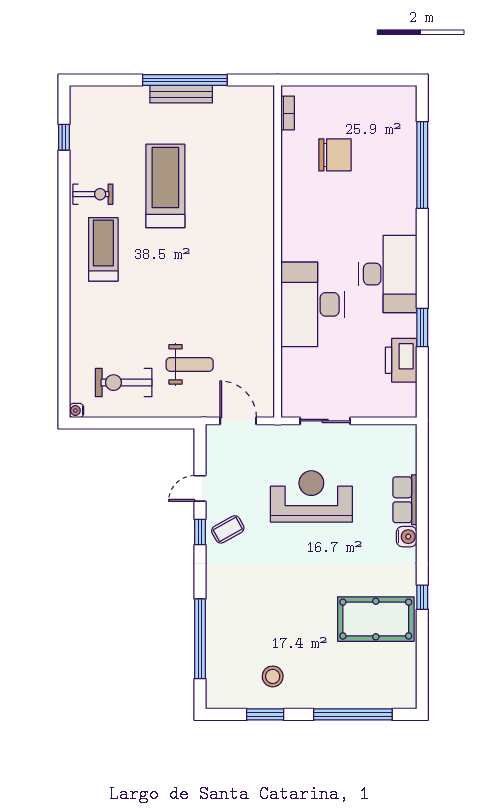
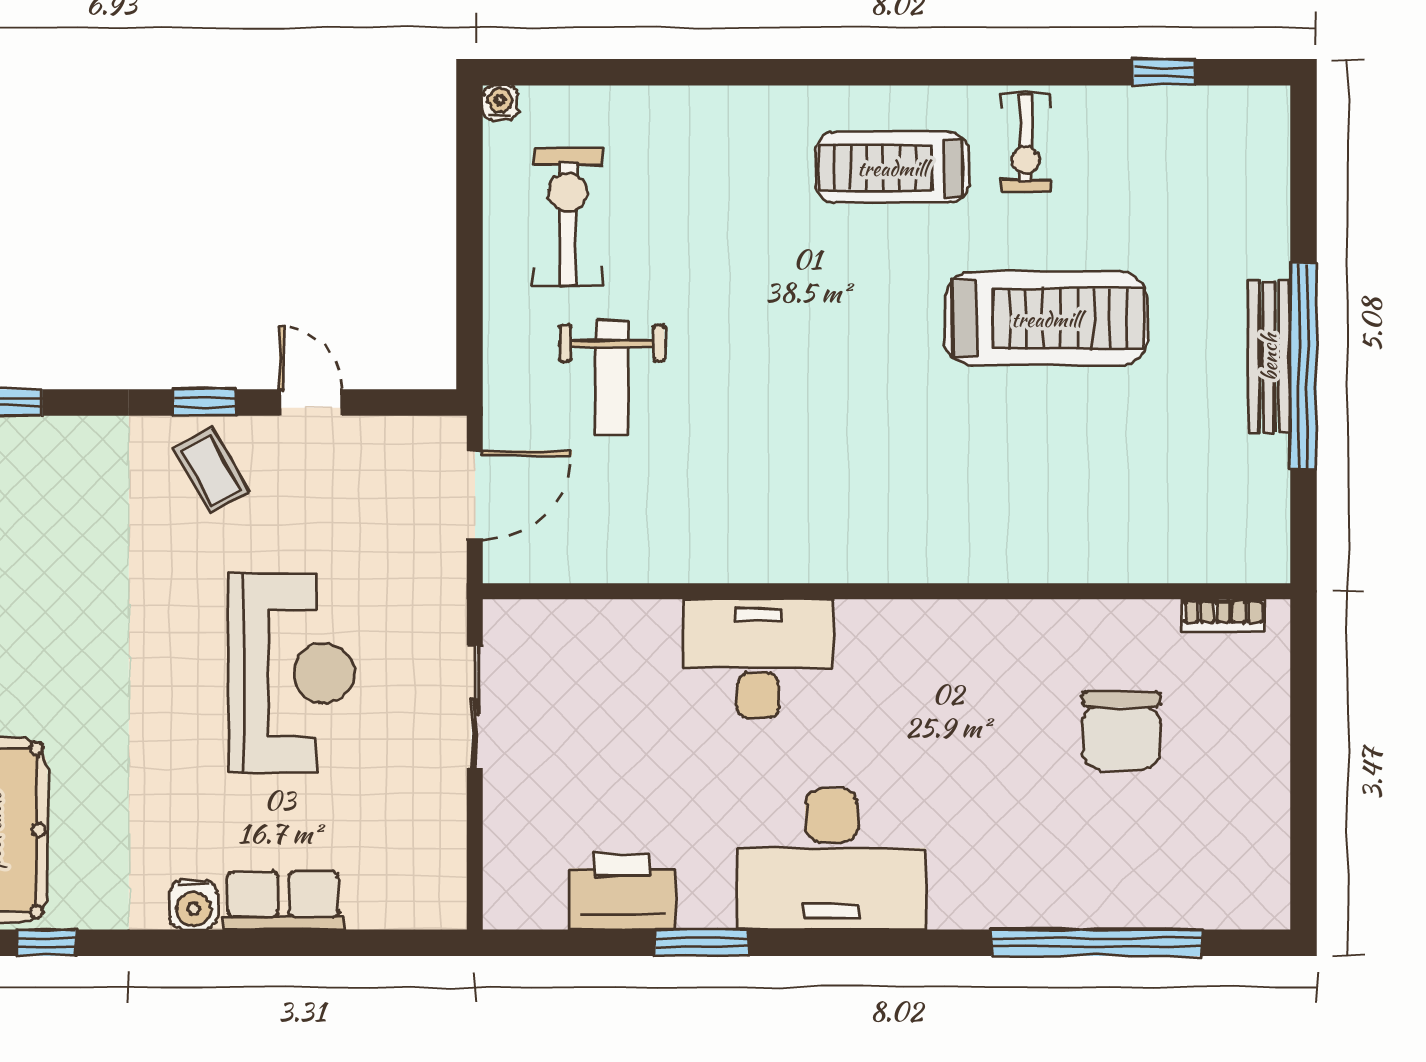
treadmill: (103, 249) -> (892, 168), turned 180
desk: (313, 304) -> (758, 658), width x0.73, depth x0.77

